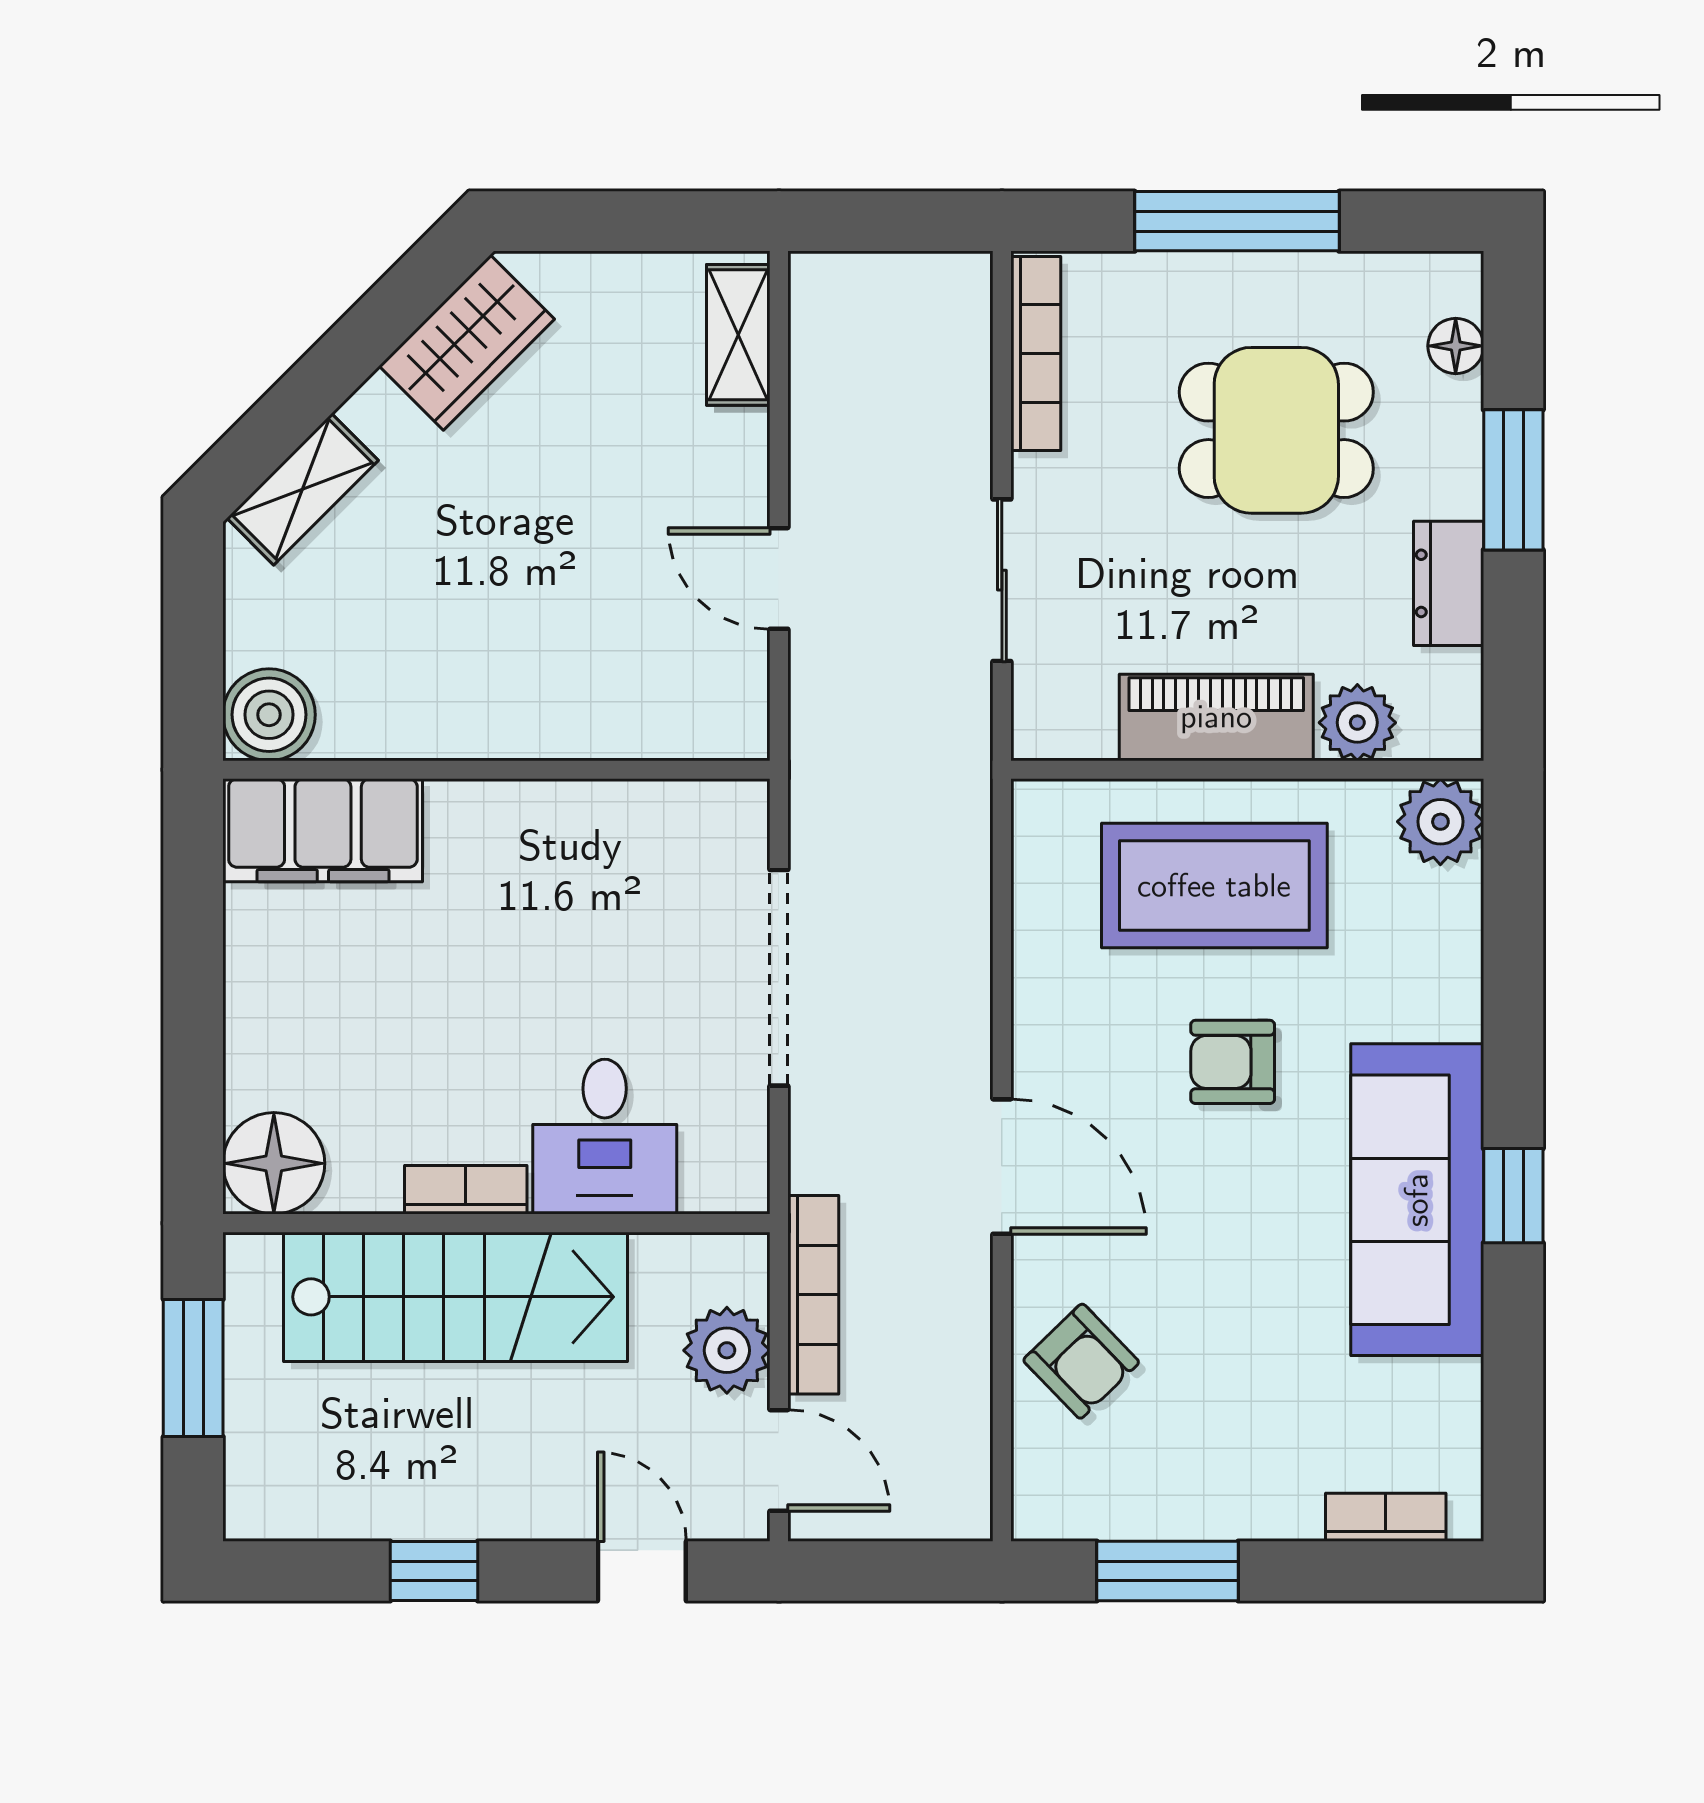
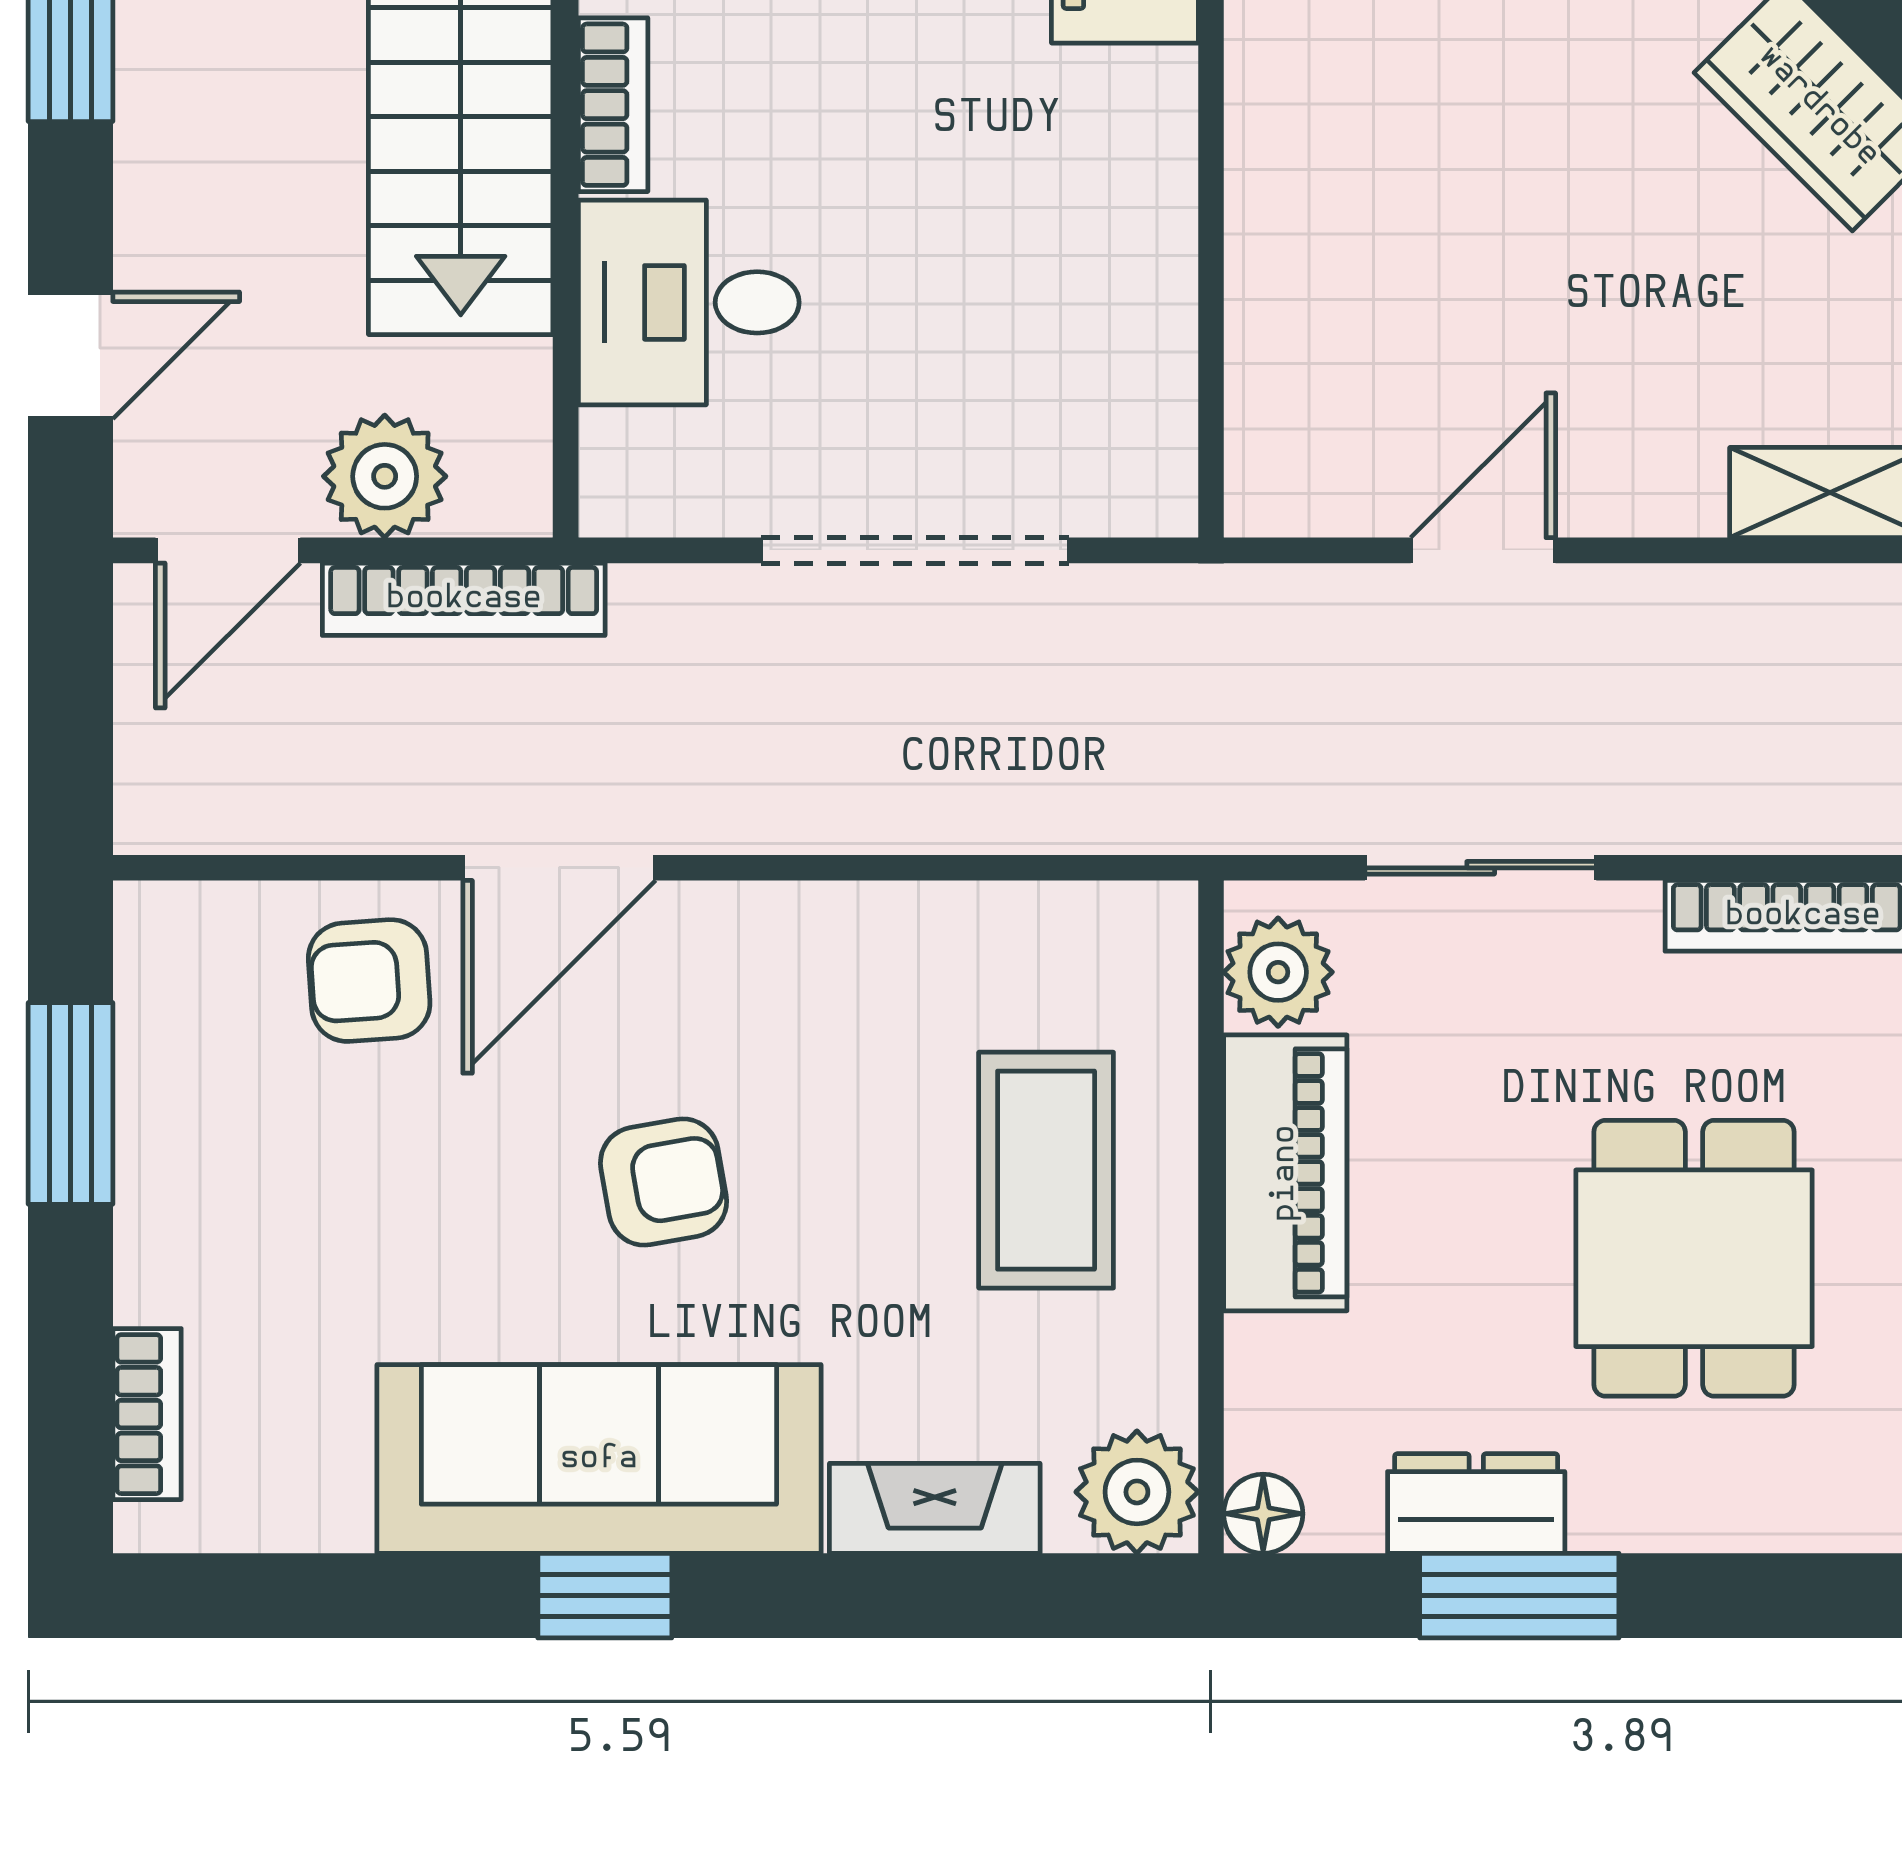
floor lamp: (1456, 346) -> (1263, 1514), moved
window: (1513, 480) -> (1519, 1596), moved
plant: (1357, 723) -> (1278, 972), moved
coffee table: (1214, 886) -> (1046, 1170), width x0.73, depth x0.76
fireplace: (1452, 964) -> (935, 1508), added
armchair: (1233, 1062) -> (664, 1182), moved, turned 80
door: (1002, 1167) -> (559, 868), moved
armchair: (1081, 1361) -> (369, 981), turned 40

